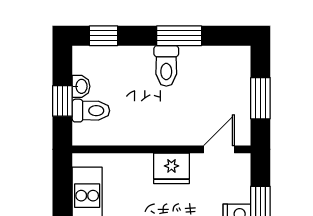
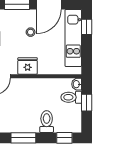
toilet: (166, 66) -> (47, 122), moved
washbasin: (81, 86) -> (77, 84), moved

